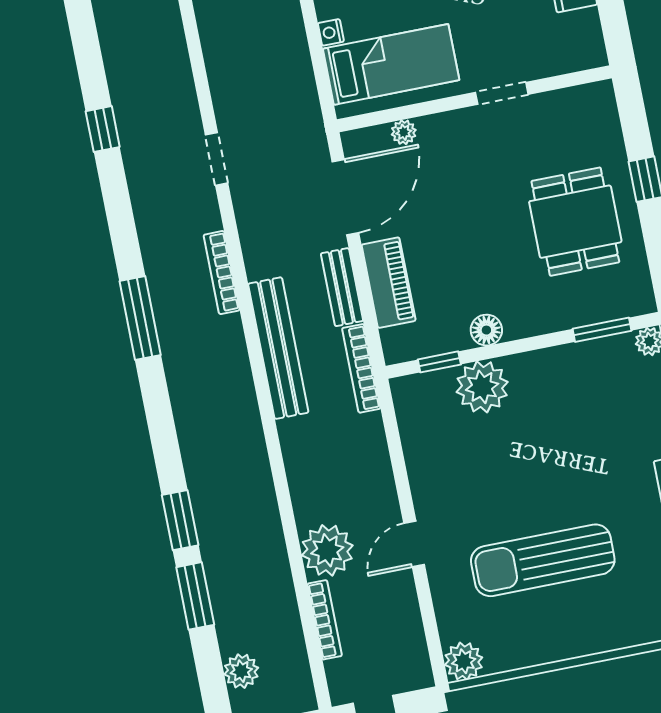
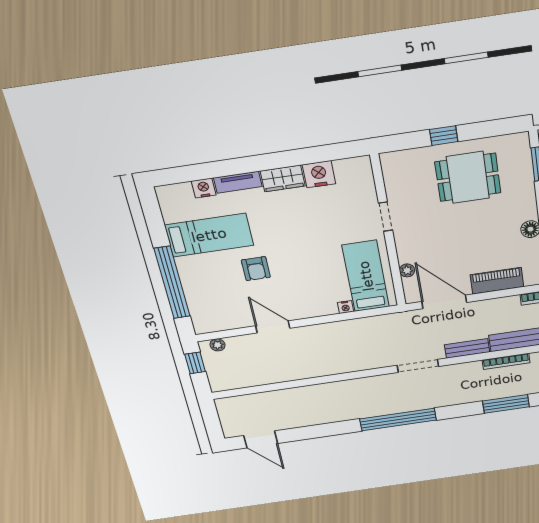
window: (103, 129) -> (398, 420), width x3.17
doorway: (216, 159) -> (418, 366), width x1.38
bookcase: (222, 273) -> (506, 361), moved
bench: (342, 287) -> (467, 348), moved

